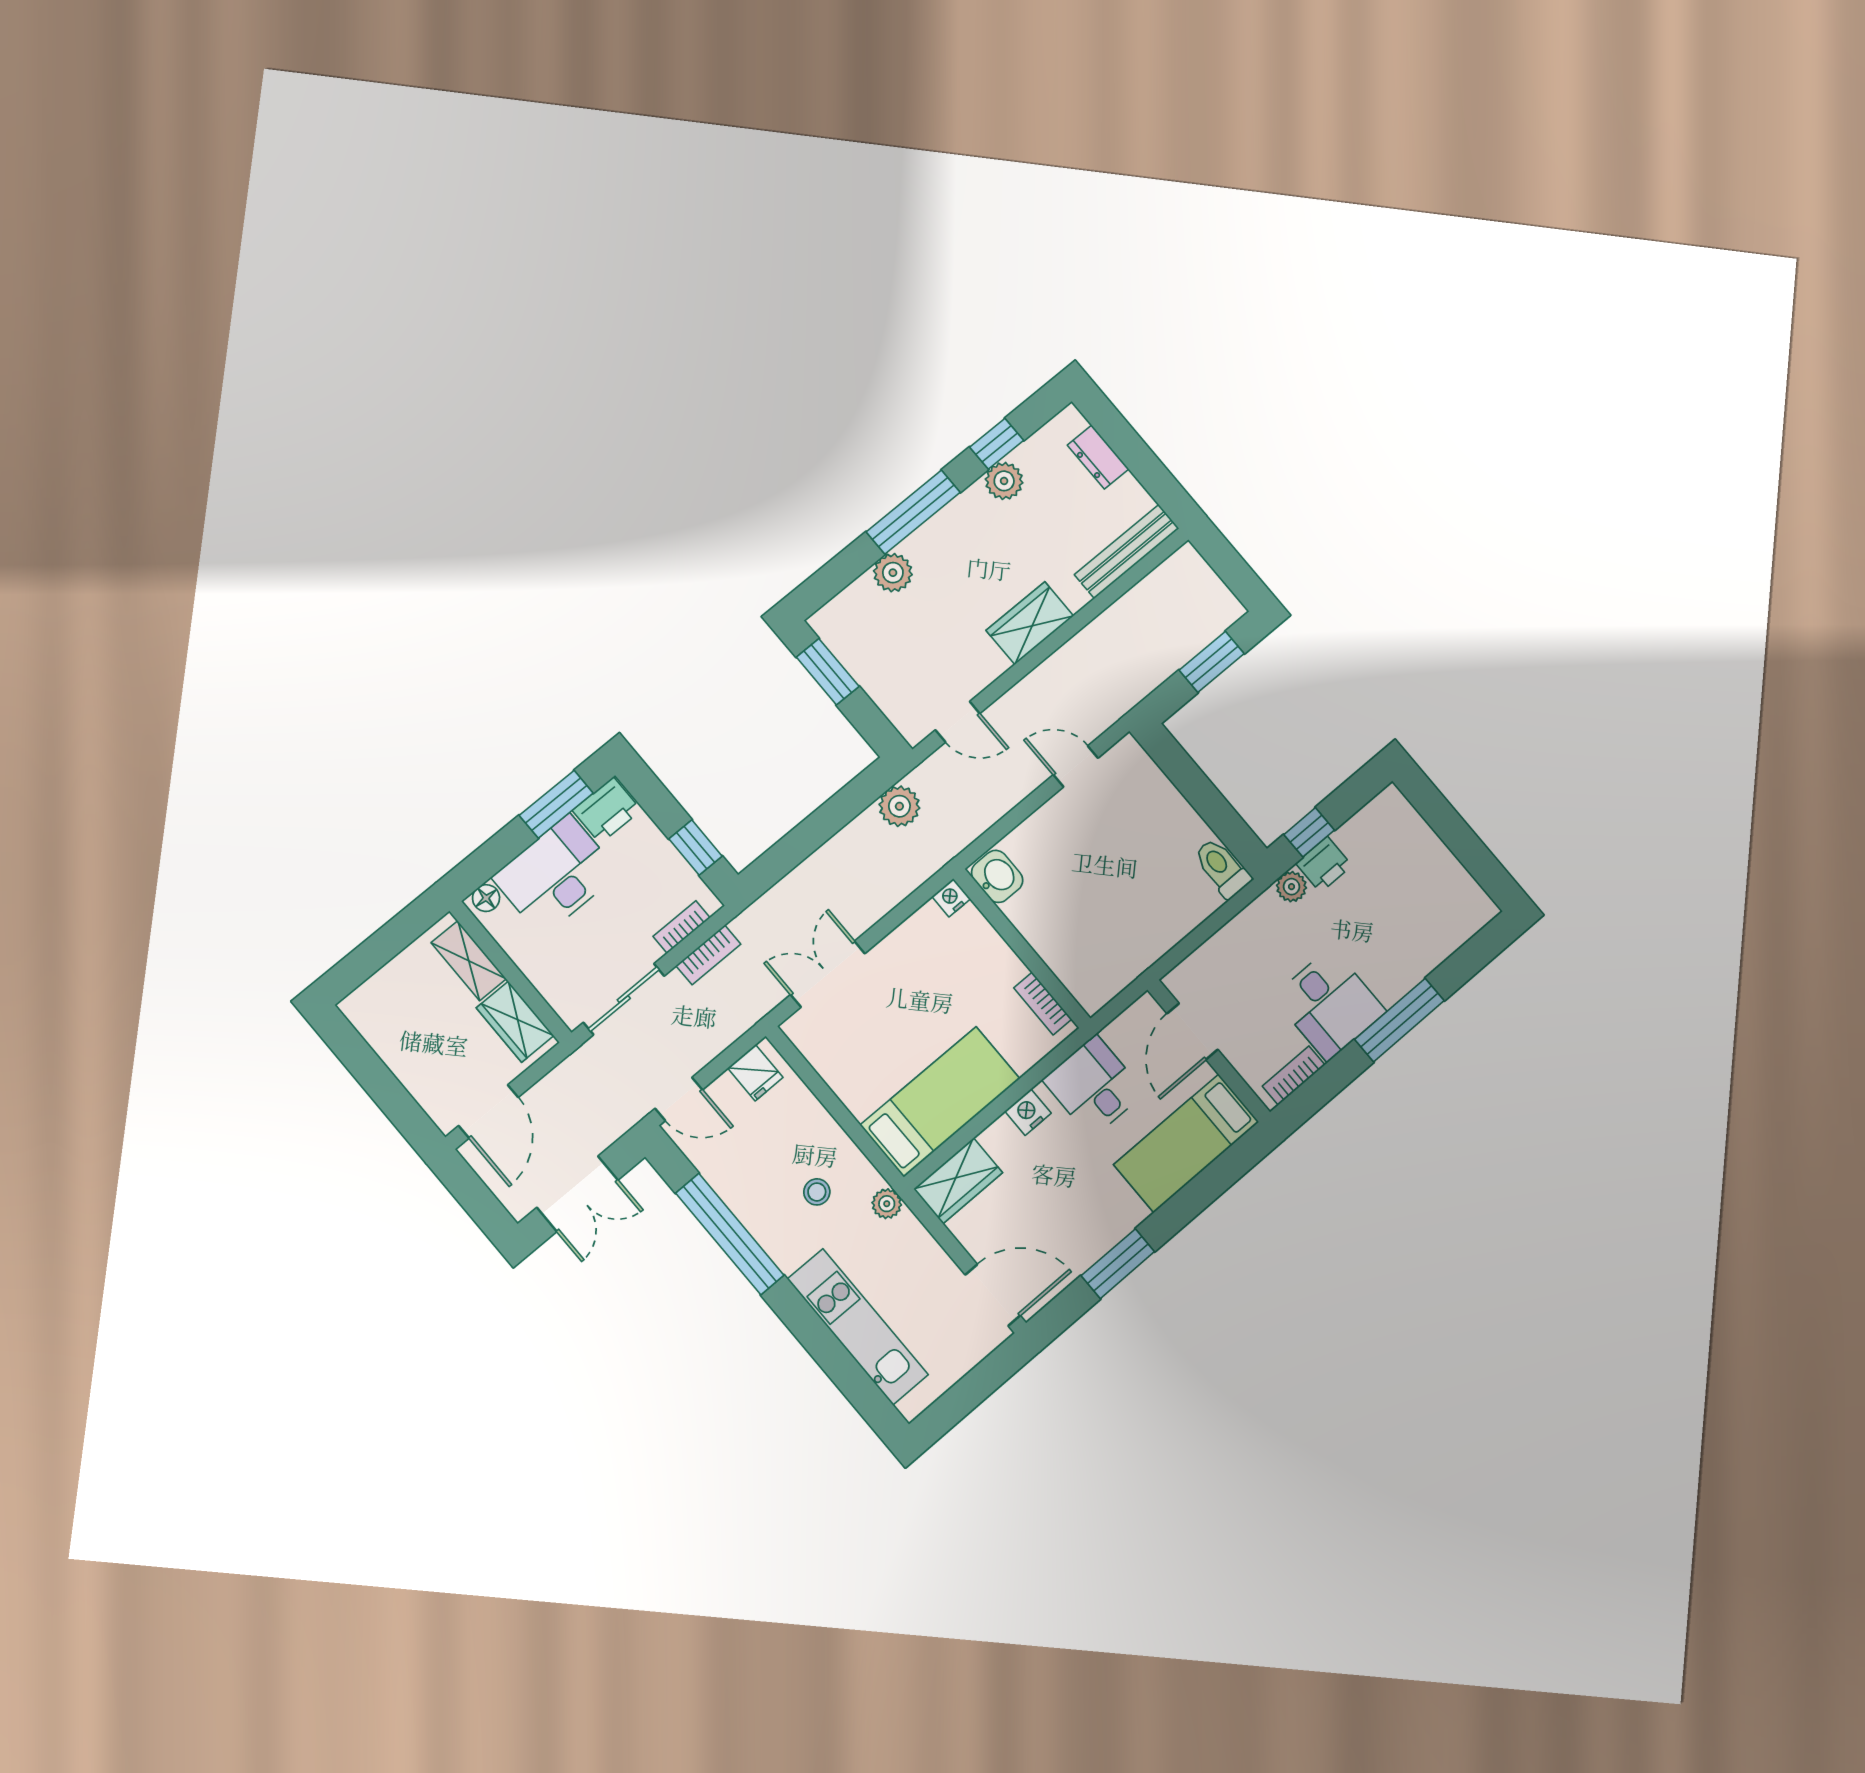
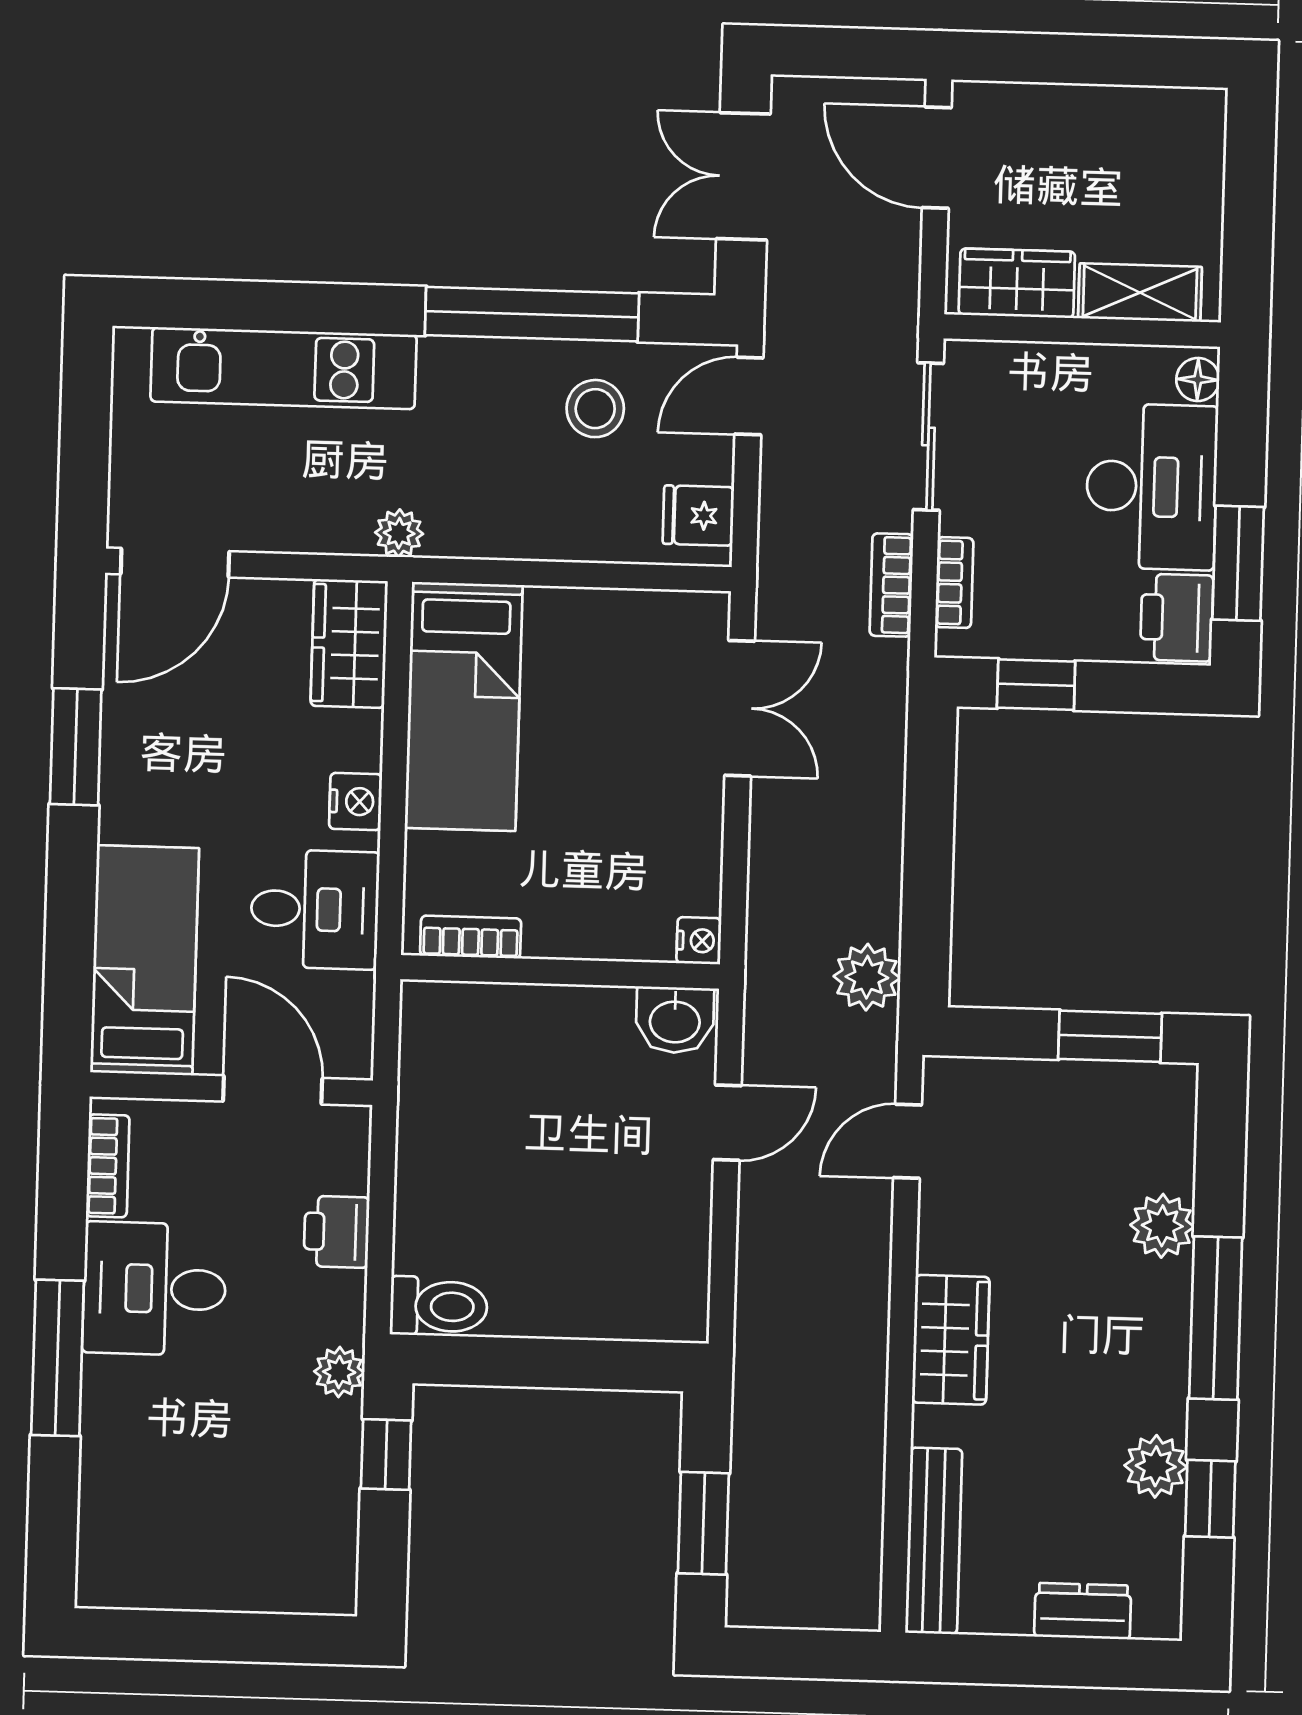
door: (1076, 766) -> (727, 1123), moved
printer: (1324, 864) -> (337, 1232), moved
stool: (817, 1192) -> (595, 409), moved, width x1.37, depth x1.37

